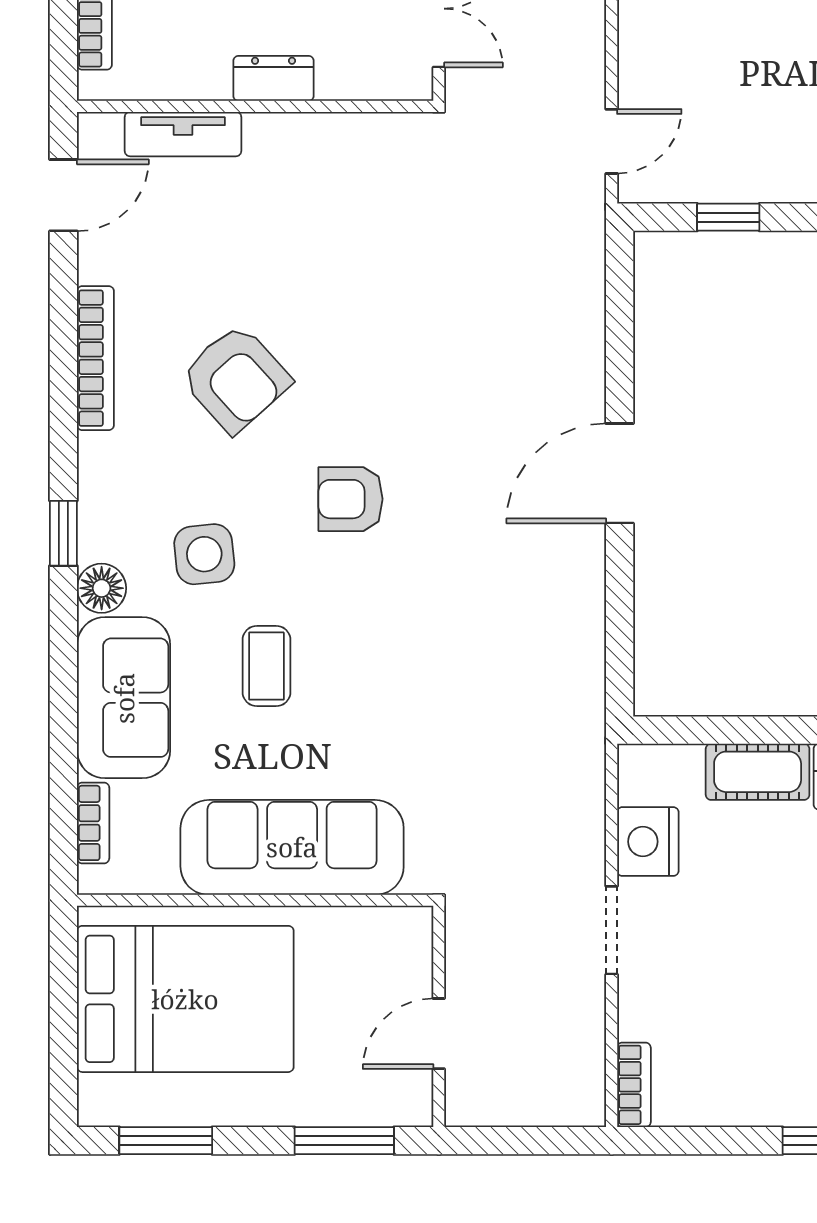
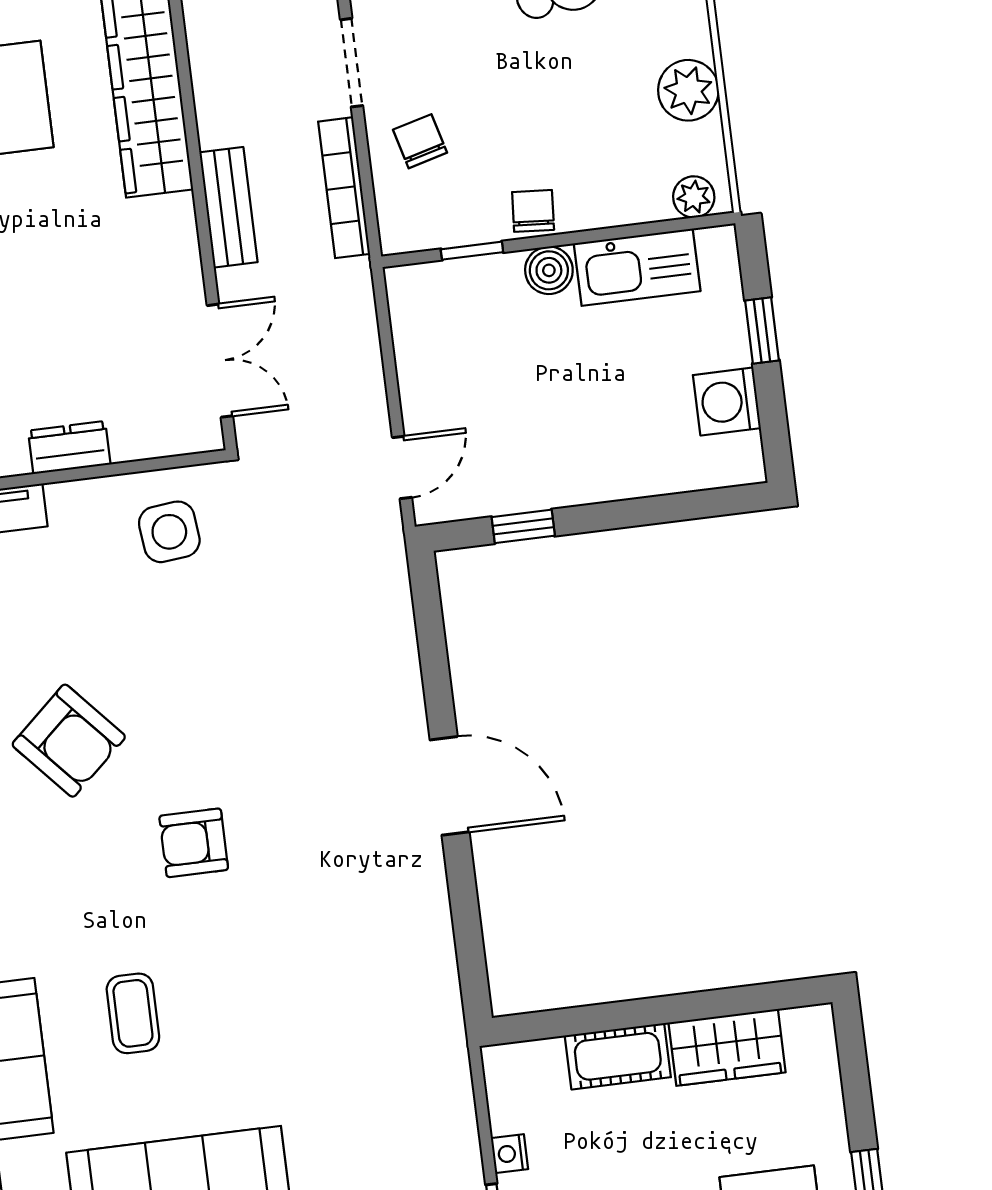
door: (620, 473) -> (450, 786), swing flipped
side table: (204, 554) -> (169, 532), moved
nightstand: (648, 842) -> (509, 1154), width x0.53, depth x0.56

